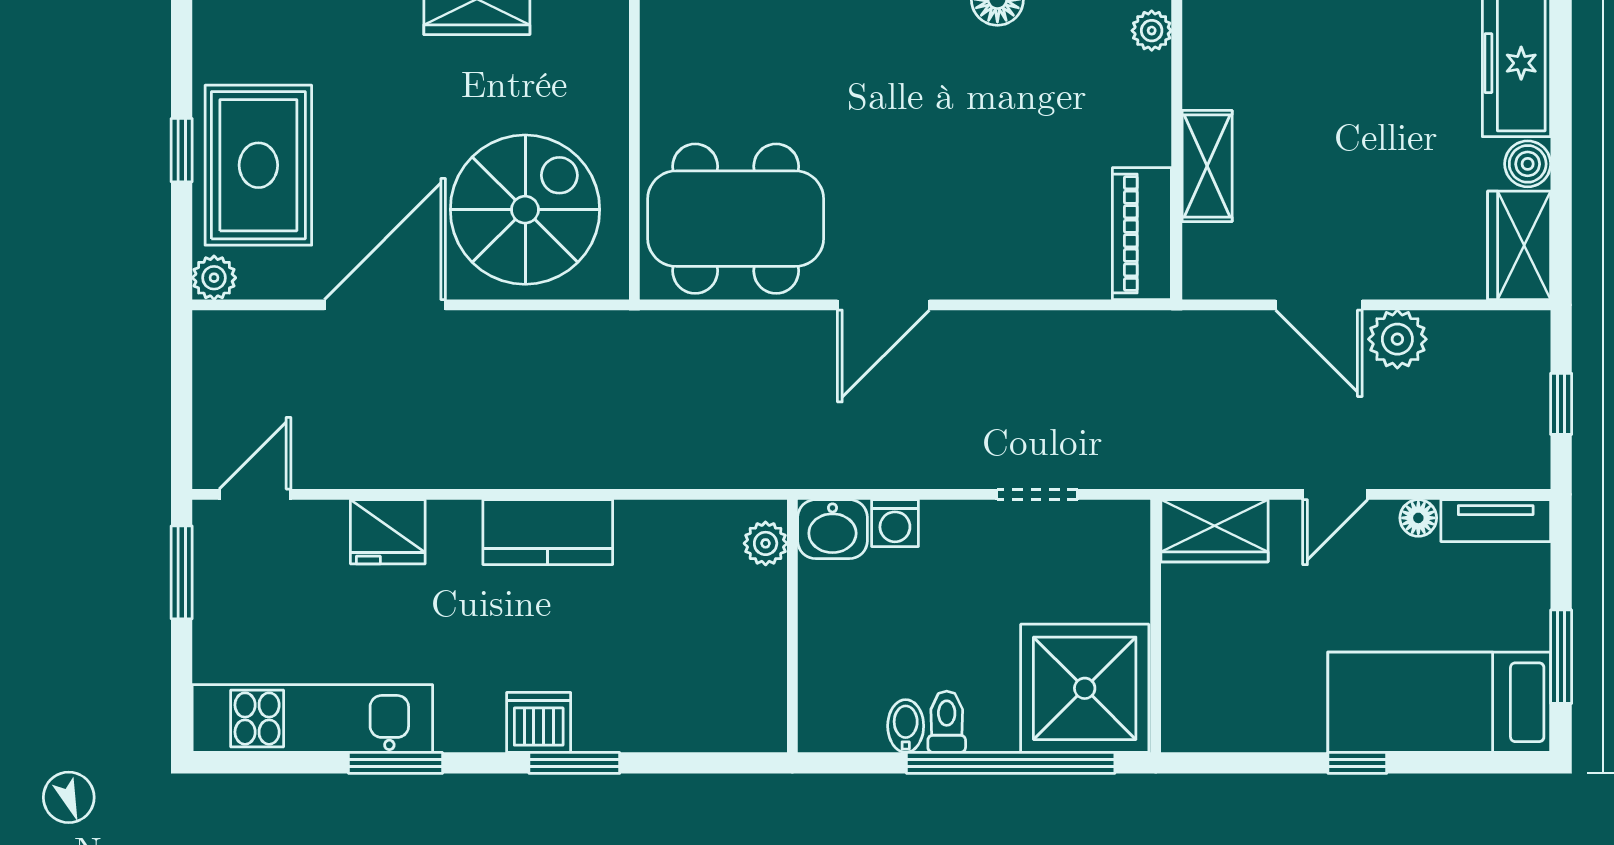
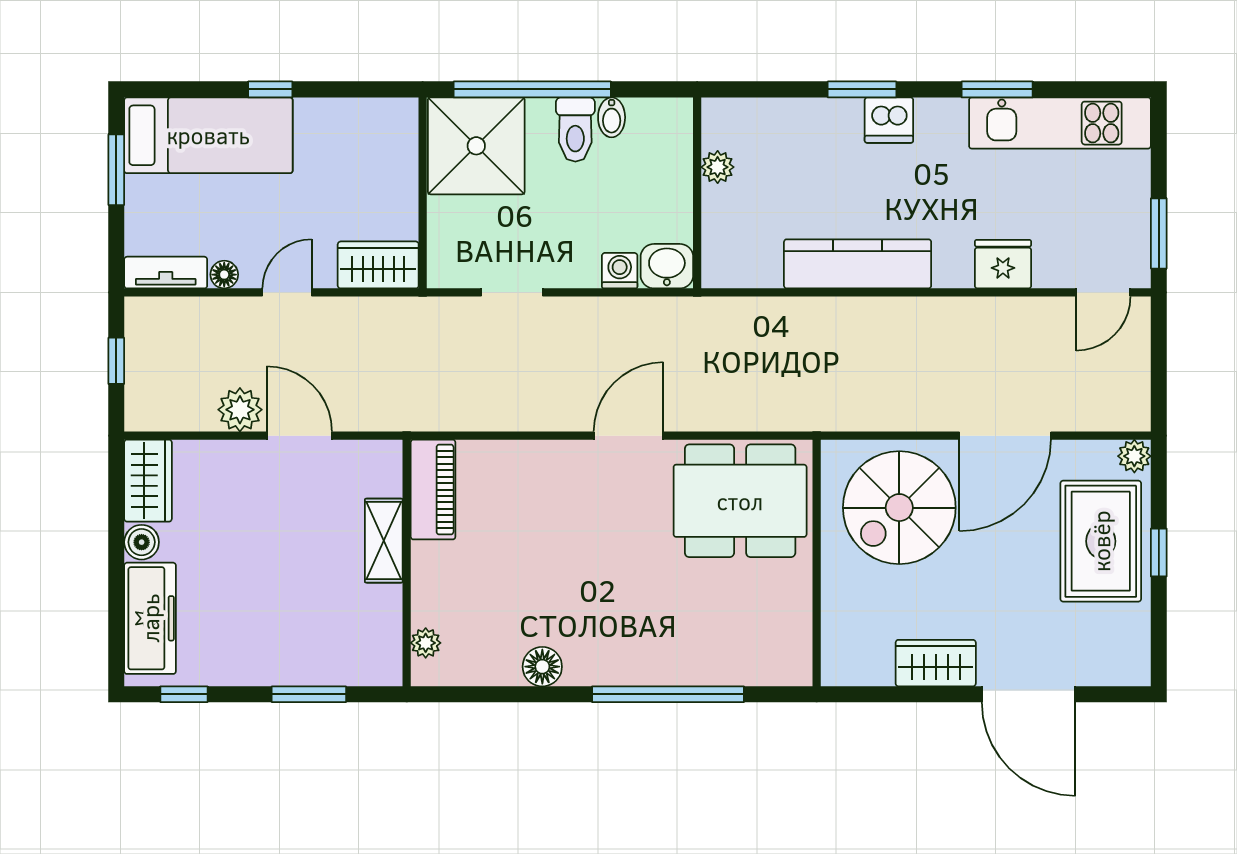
kitchen counter: (548, 532) -> (858, 264), width x1.50
plant: (766, 543) -> (718, 167), moved
toilet: (947, 722) -> (575, 130), width x1.37, depth x1.39

